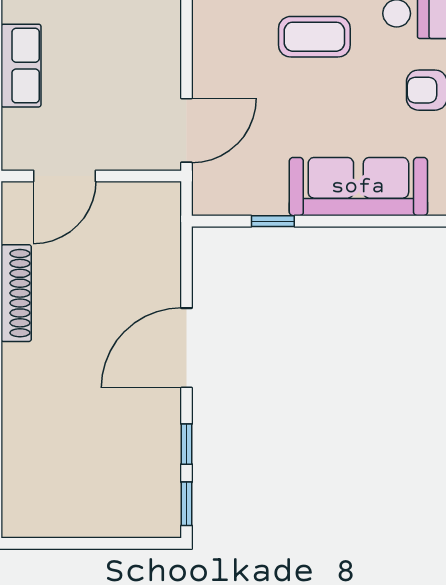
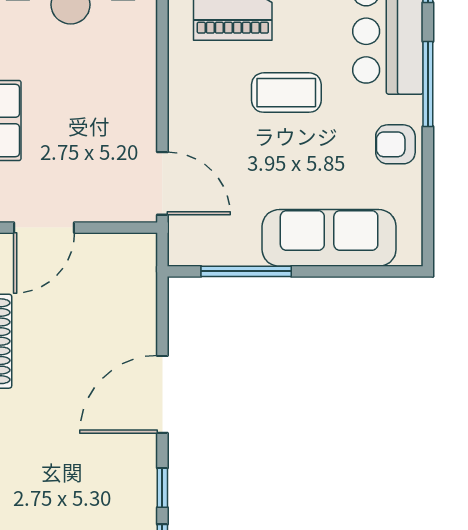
door: (186, 130) -> (162, 183), hinge flipped
window: (273, 221) -> (246, 271), width x2.17

